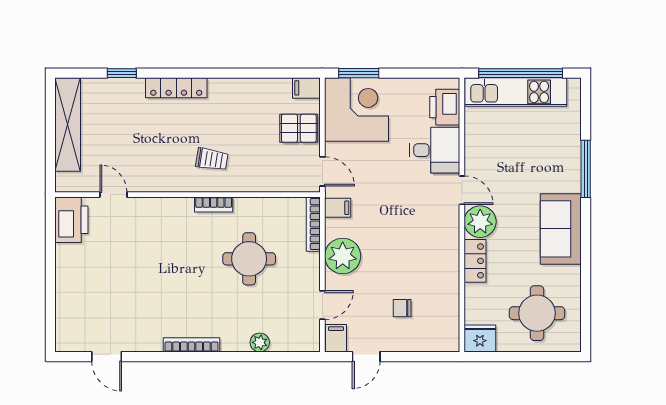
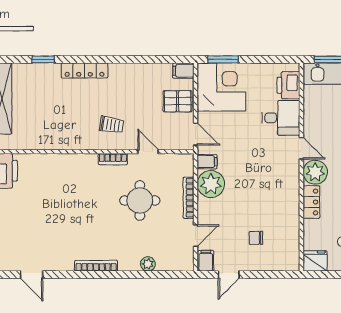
door: (113, 195) -> (148, 152), moved
bookcase: (313, 224) -> (189, 198), moved
plant: (343, 256) -> (211, 184), moved

